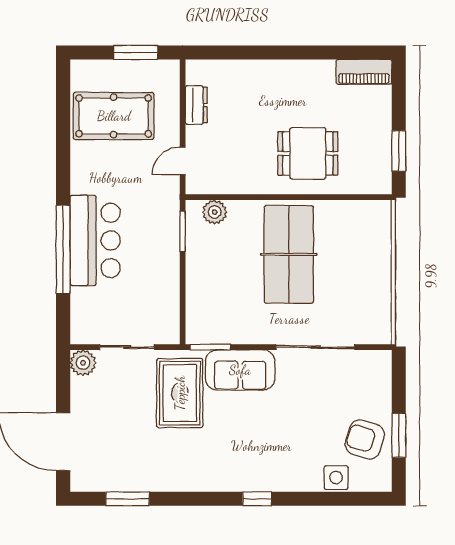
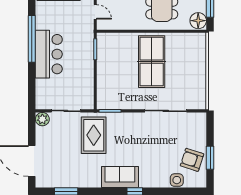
door: (183, 161) -> (95, 12), swing flipped
floor lamp: (377, 177) -> (198, 21), added
plant: (215, 212) -> (112, 39), removed
window: (63, 249) -> (32, 39), moved
sofa: (240, 370) -> (120, 177), moved, turned 180

